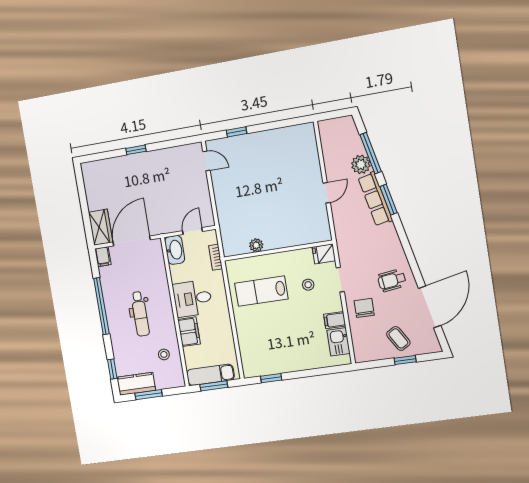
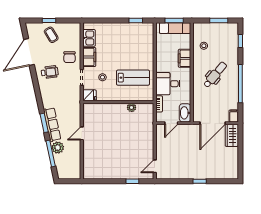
door: (206, 161) -> (155, 166), hinge flipped
desk: (193, 299) -> (168, 84), moved, turned 180
dental chair: (140, 314) -> (215, 75), turned 40
filing cabinet: (335, 320) -> (89, 57), width x2.00
kitchen counter: (136, 384) -> (226, 29), removed

